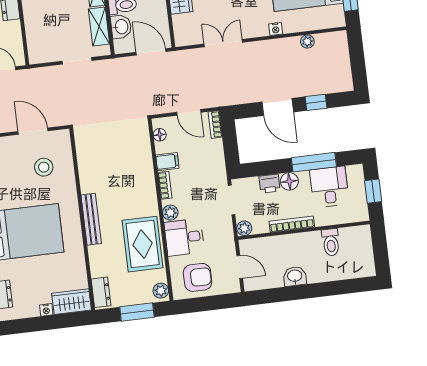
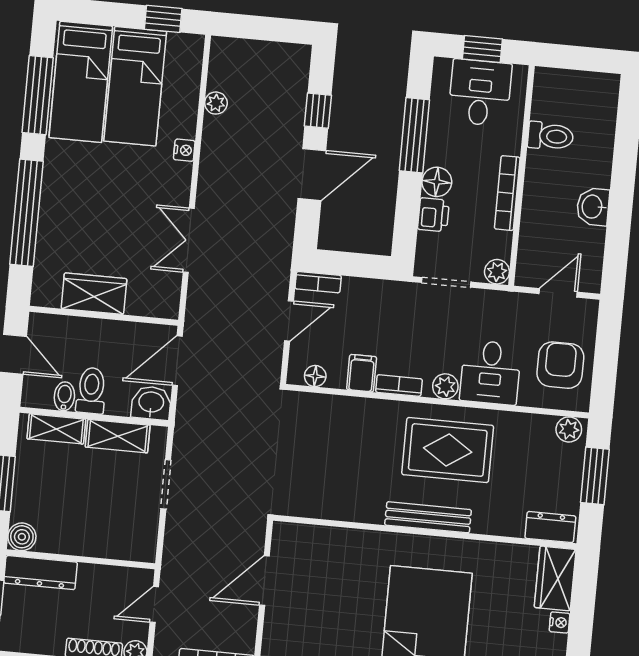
washbasin: (121, 27) -> (151, 403), moved
stool: (44, 167) -> (327, 576), removed
desk: (329, 187) -> (480, 93), moved, turned 90
rug: (143, 244) -> (448, 450), moved

